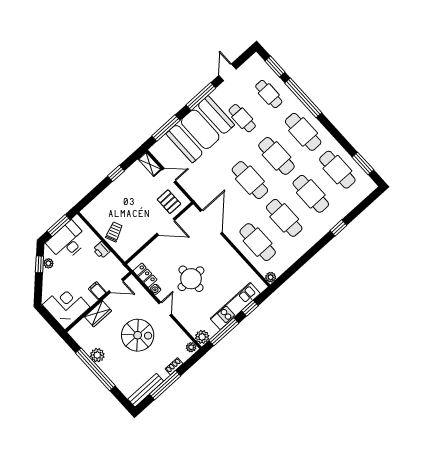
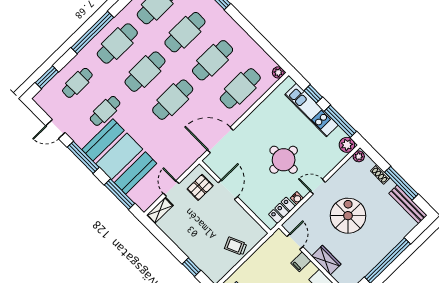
window: (303, 98) -> (92, 33), moved
window: (116, 173) -> (192, 267), moved
printer: (101, 250) -> (256, 259), removed
plant: (97, 355) -> (372, 259), removed

